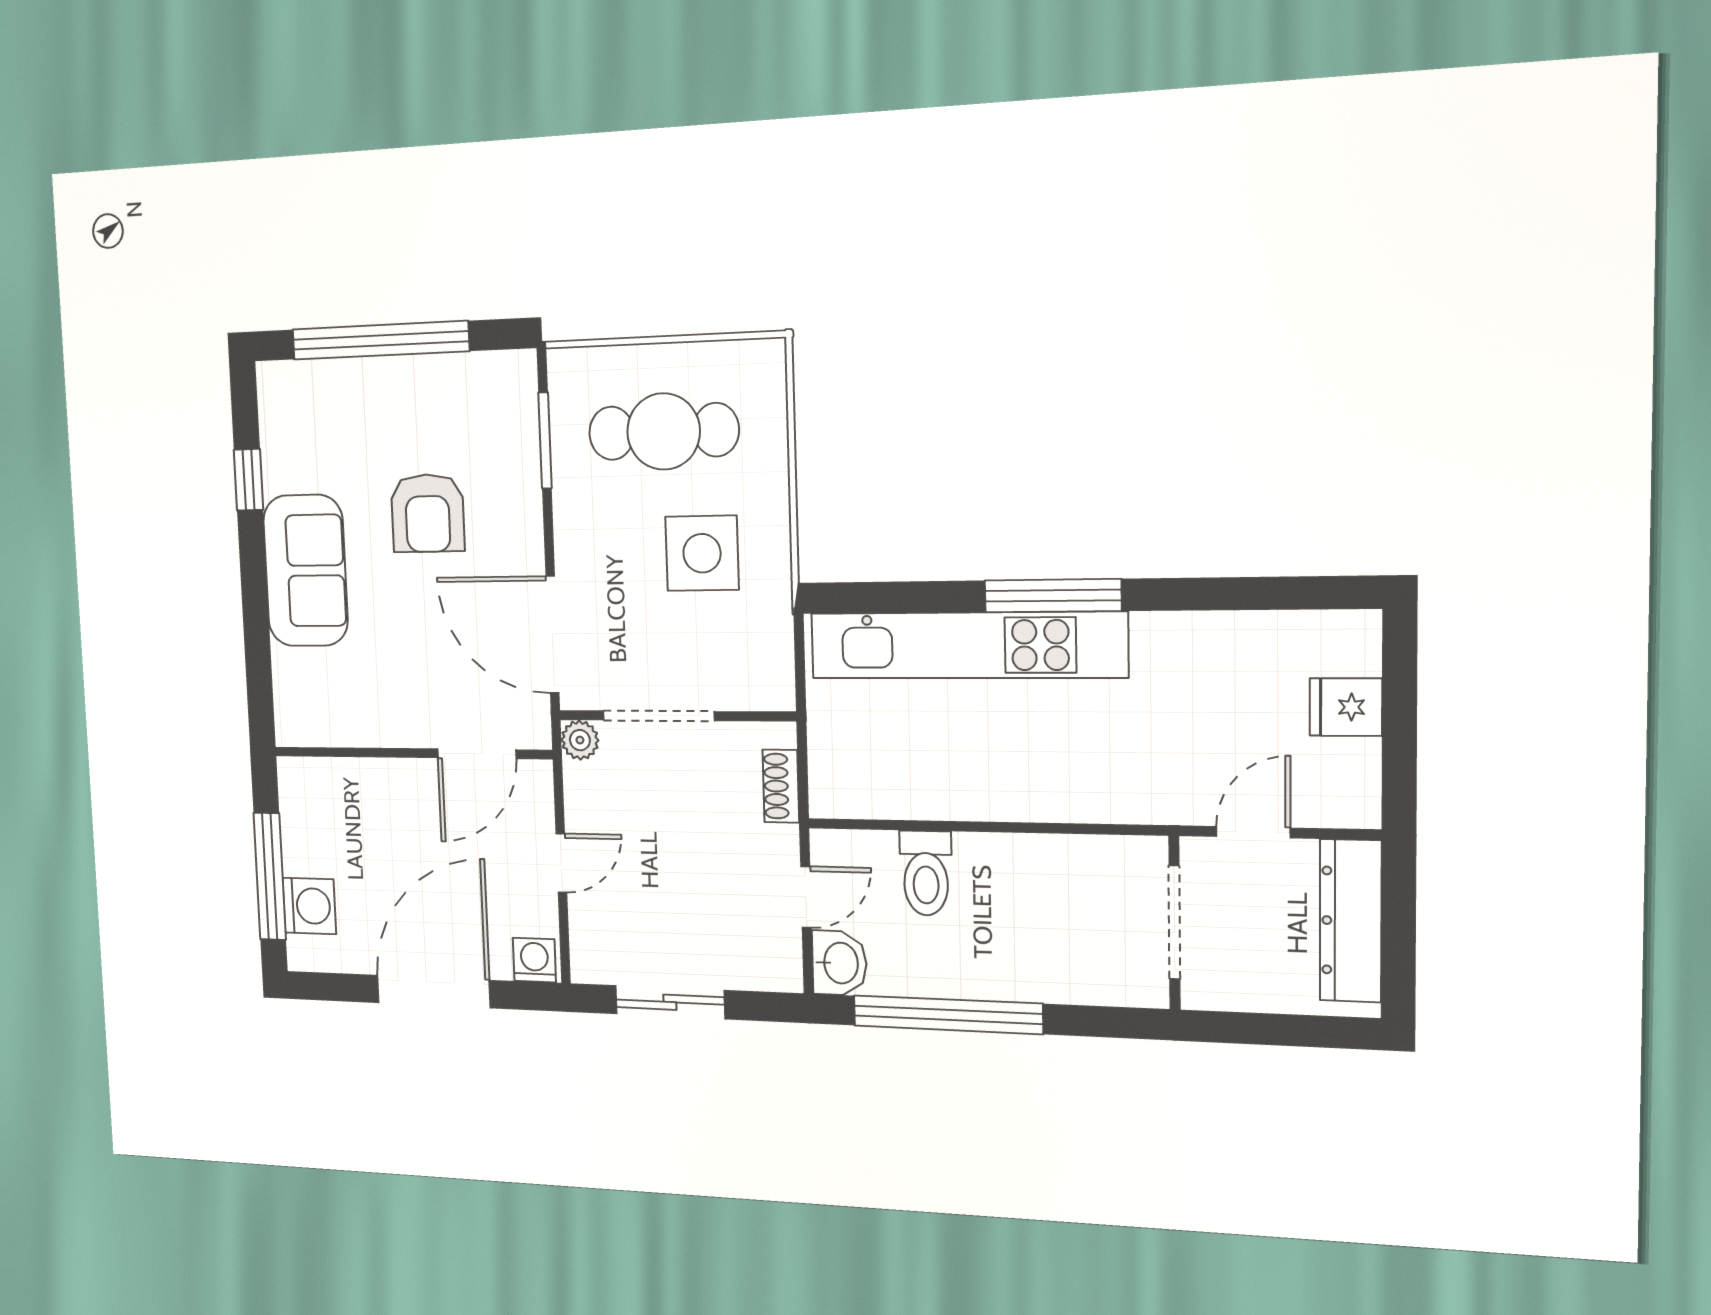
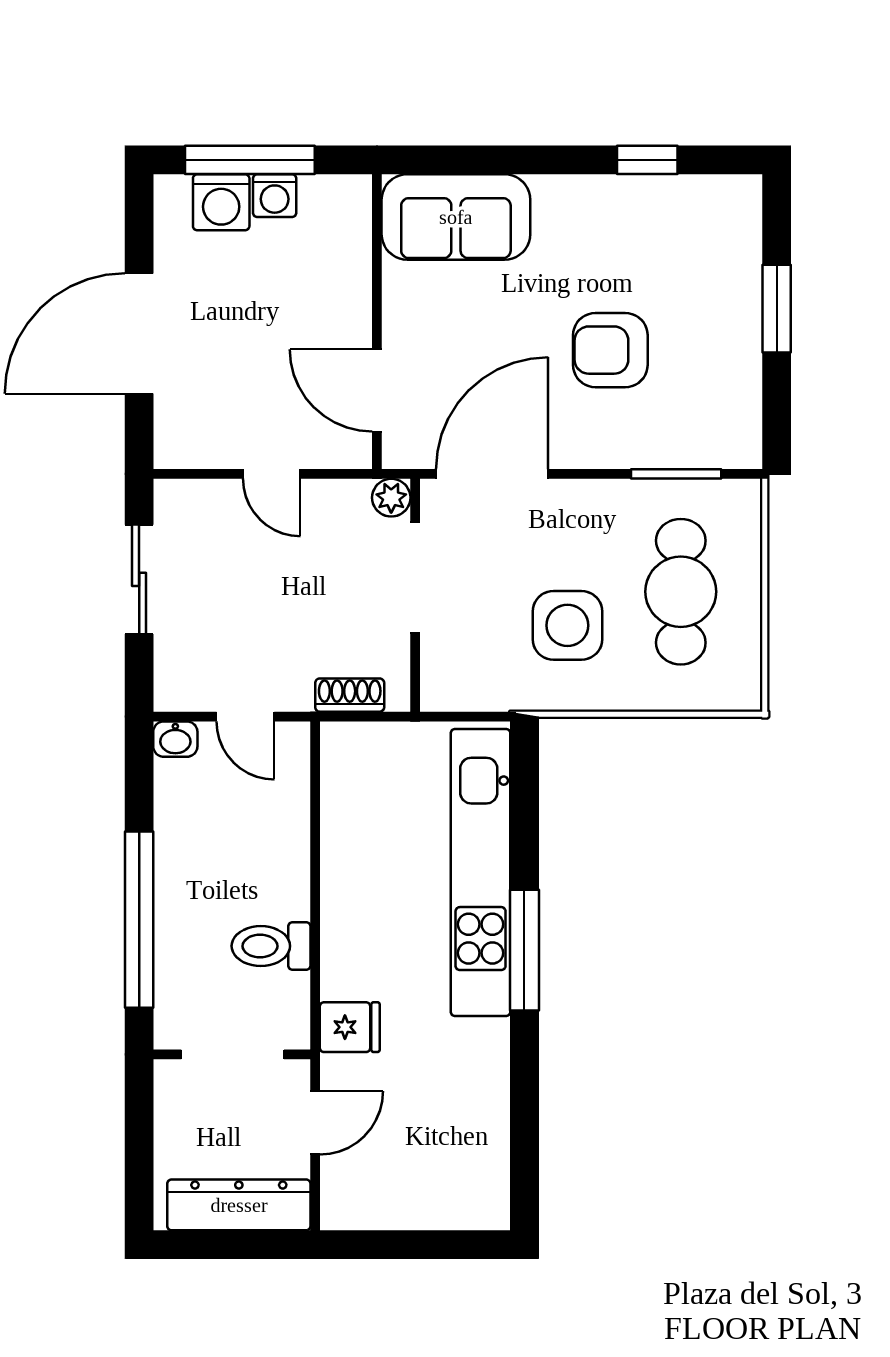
window: (380, 340) -> (777, 309), width x0.47
sofa: (306, 571) -> (456, 217), moved
fridge: (1346, 707) -> (350, 1027), moved, turned 90
door: (1253, 832) -> (315, 1123), hinge flipped
toilet: (926, 873) -> (271, 946), moved
washing machine: (534, 960) -> (275, 196), moved, turned 90
washbasin: (839, 963) -> (175, 739), width x0.72, depth x0.69
door: (434, 992) -> (139, 334), swing flipped
window: (948, 1015) -> (139, 920), moved

